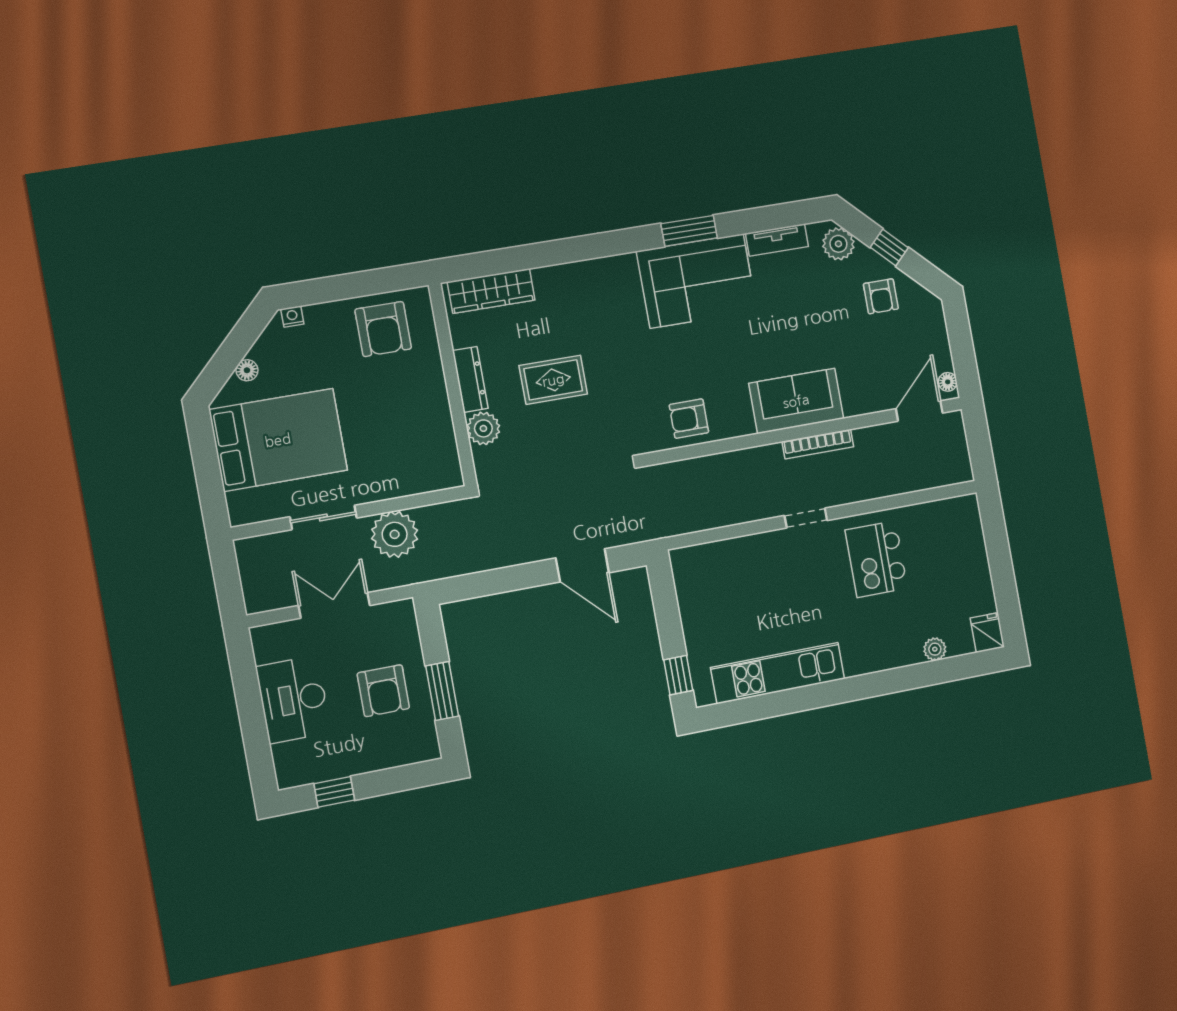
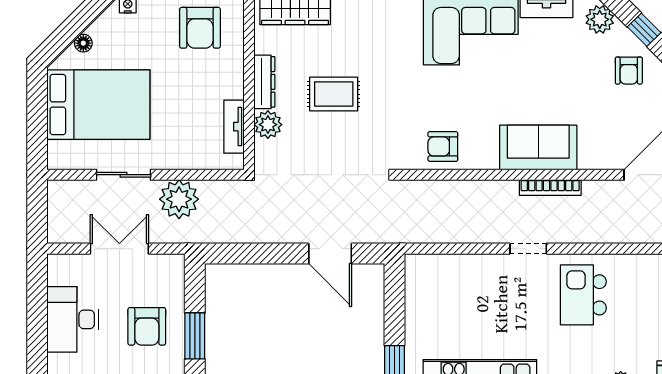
tv unit: (444, 438) -> (234, 127), added

